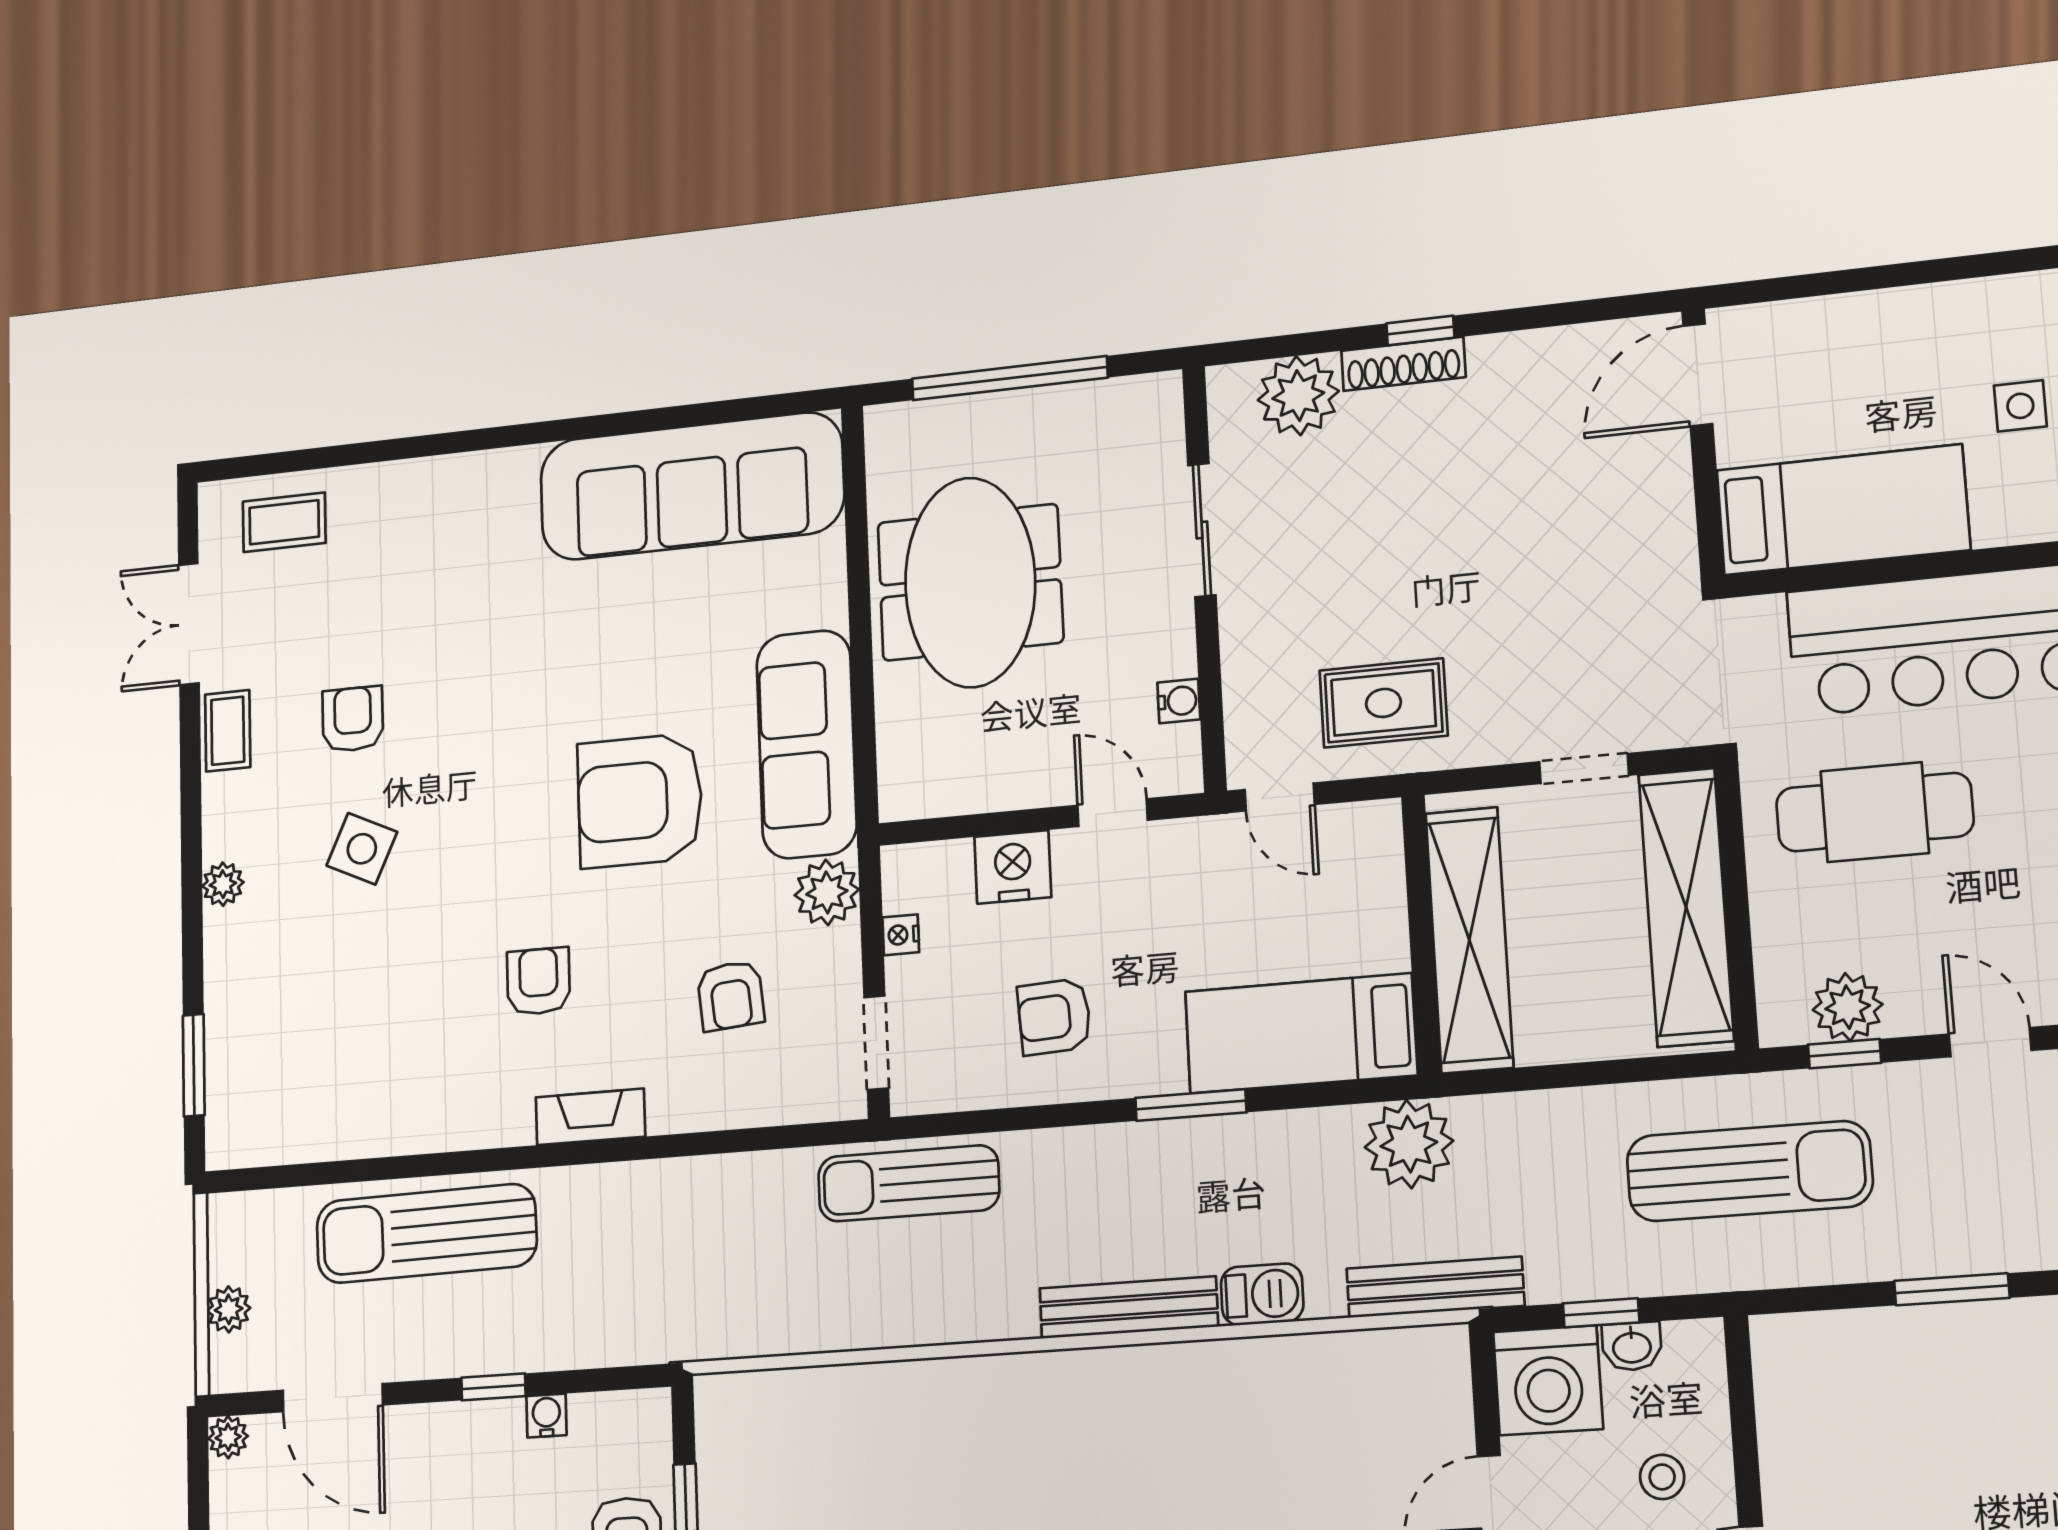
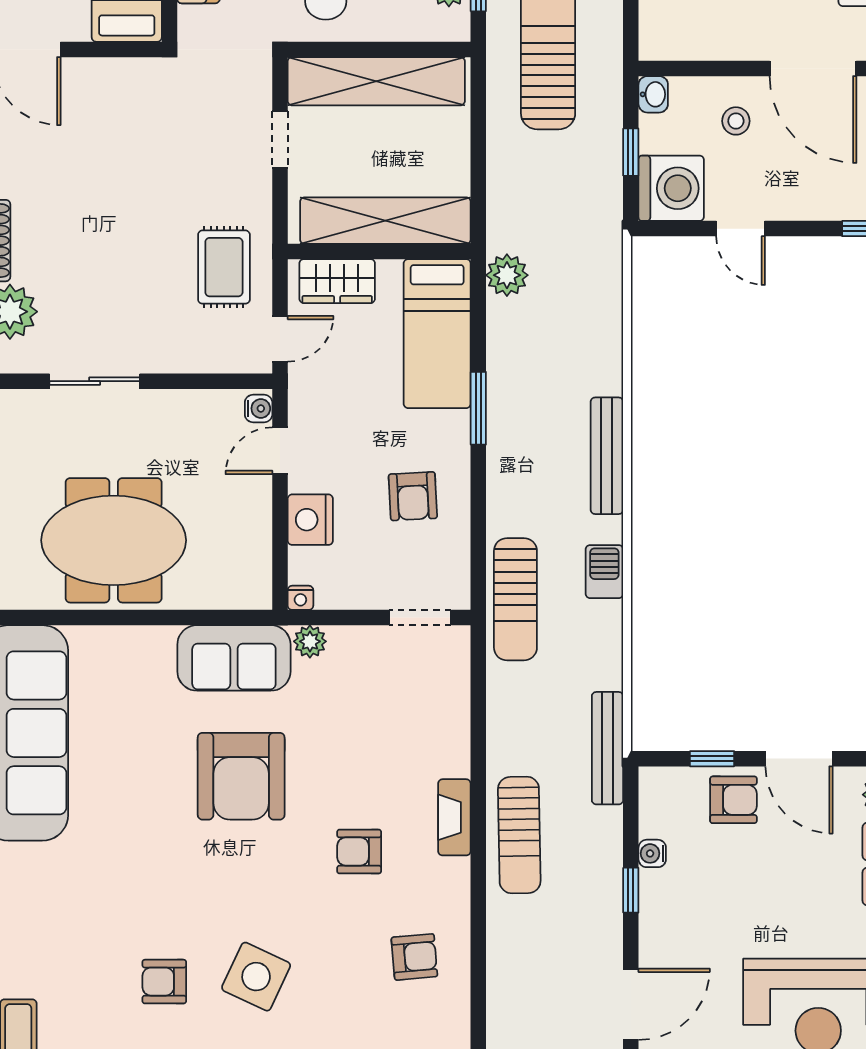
water cooler: (1179, 701) -> (259, 408), moved, turned 90
sofa: (807, 744) -> (234, 658), width x0.73
side table: (362, 849) -> (256, 977), width x1.37, depth x1.37
wardrobe: (1372, 875) -> (337, 281), added
plant: (827, 892) -> (310, 641), width x0.73, depth x0.73
nightstand: (901, 935) -> (300, 598), moved
armchair: (731, 996) -> (414, 957), moved
plant: (1409, 1144) -> (507, 275), width x0.73, depth x0.73
sun lounger: (426, 1234) -> (519, 835), moved, width x0.73, depth x0.75
bench: (1435, 1287) -> (607, 748), moved
barbecue: (1262, 1294) -> (604, 572), moved
washbasin: (1632, 1346) -> (653, 94), moved

